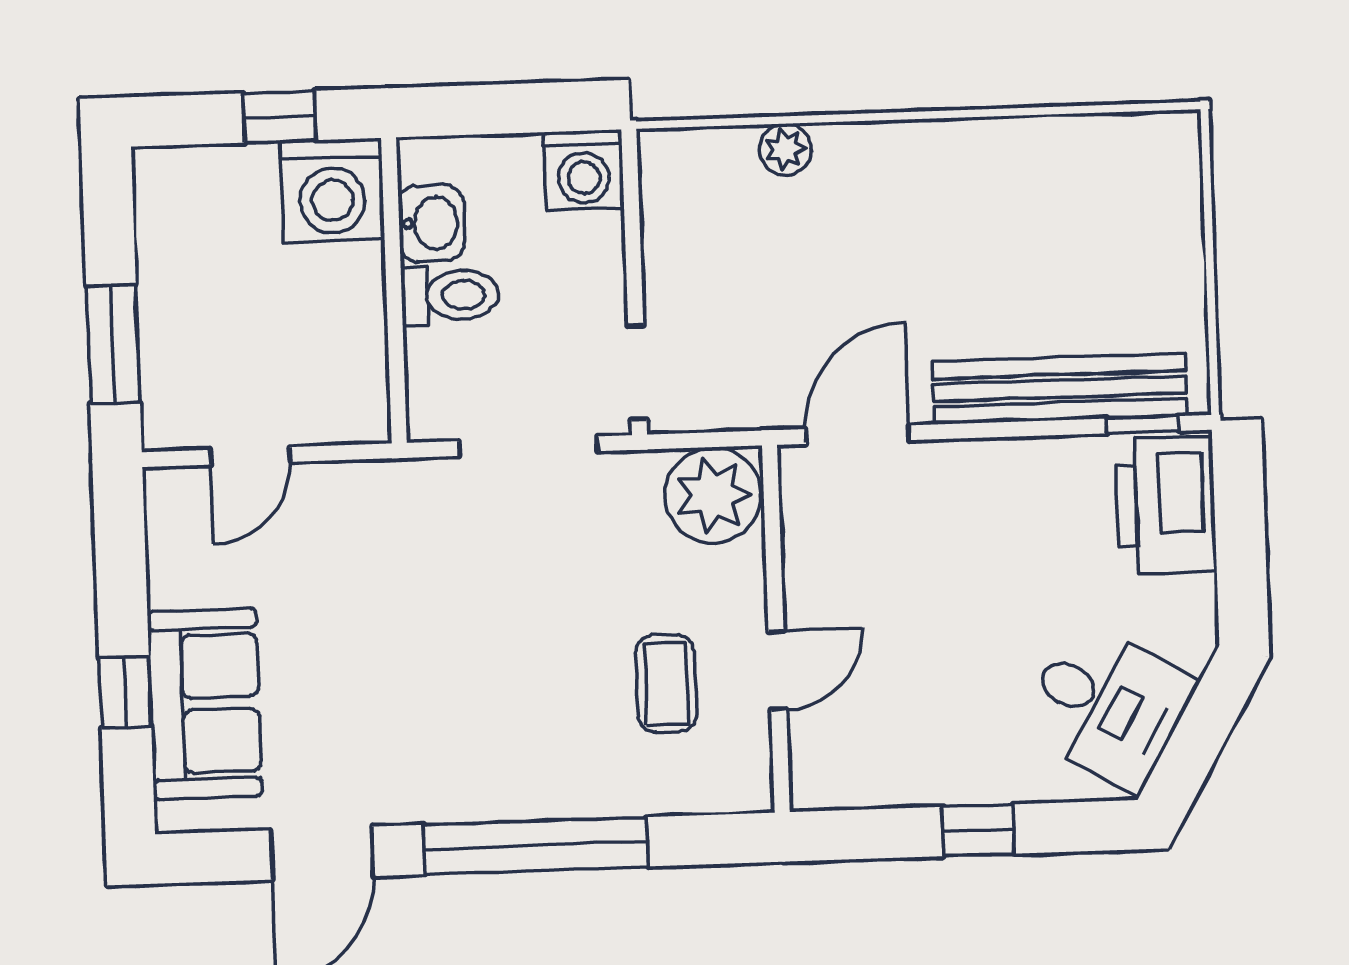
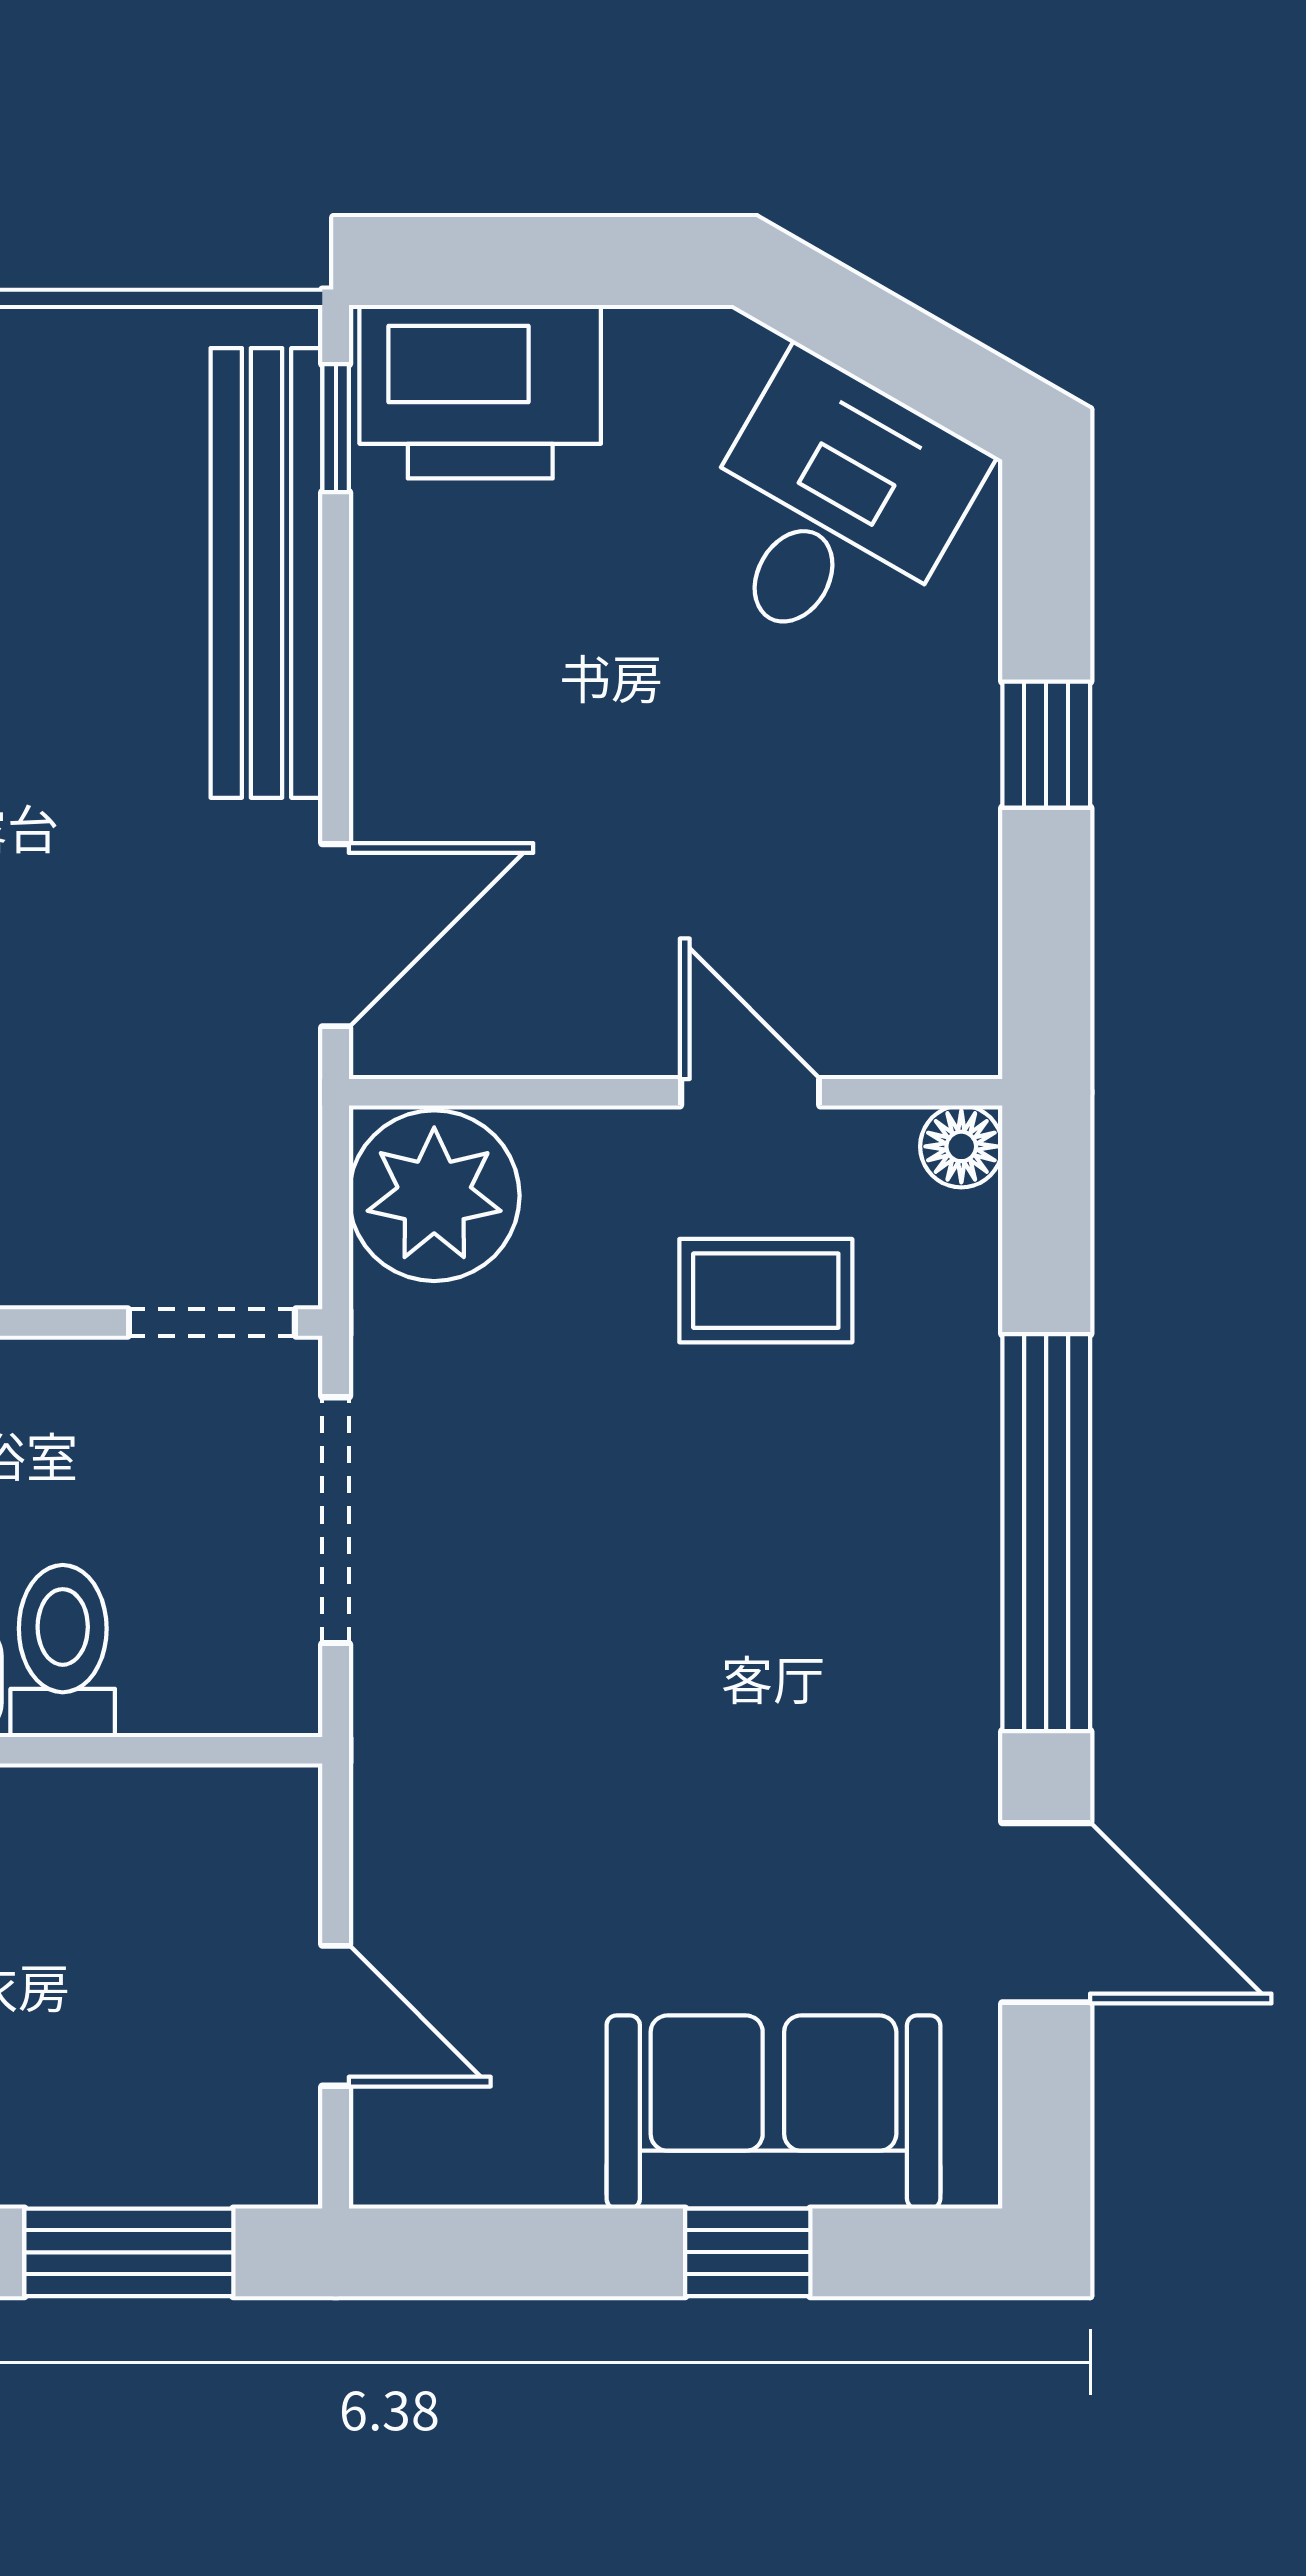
door: (857, 435) -> (336, 935), swing flipped
floor lamp: (751, 790) -> (961, 1146), added

